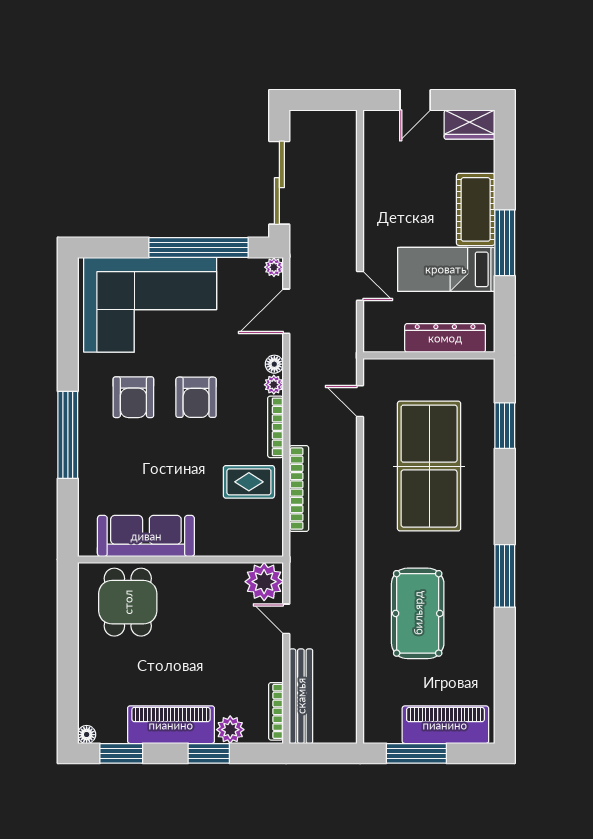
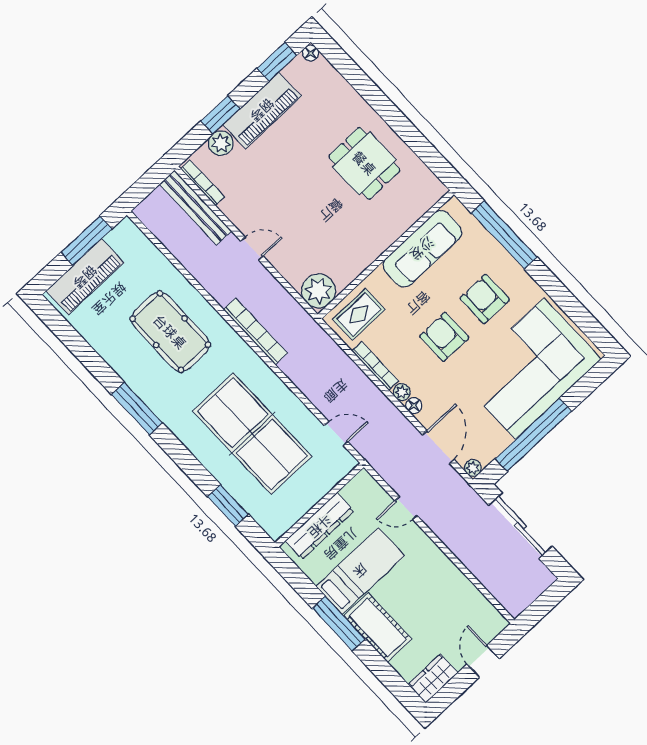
bookcase: (299, 489) -> (255, 331), moved, turned 180
sofa: (146, 536) -> (422, 249), moved
wall: (180, 559) -> (386, 255), moved
plant: (264, 582) -> (318, 291), moved

